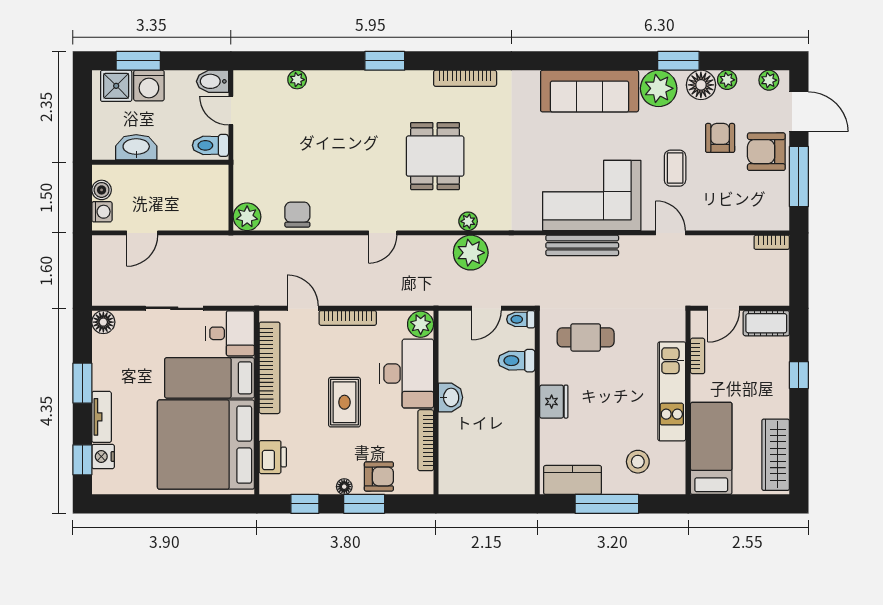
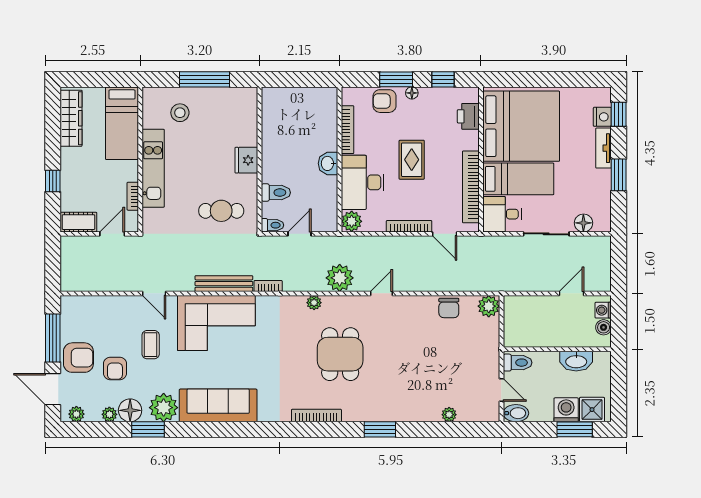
bookcase: (772, 242) -> (268, 286), moved
plant: (471, 253) -> (340, 278), moved
floor lamp: (103, 322) -> (583, 223), moved
kitchen counter: (573, 480) -> (232, 98), removed

